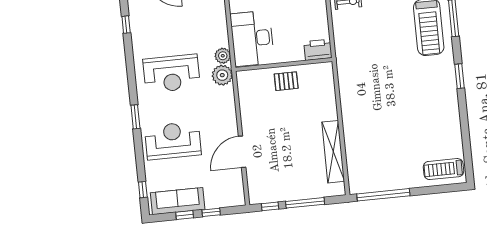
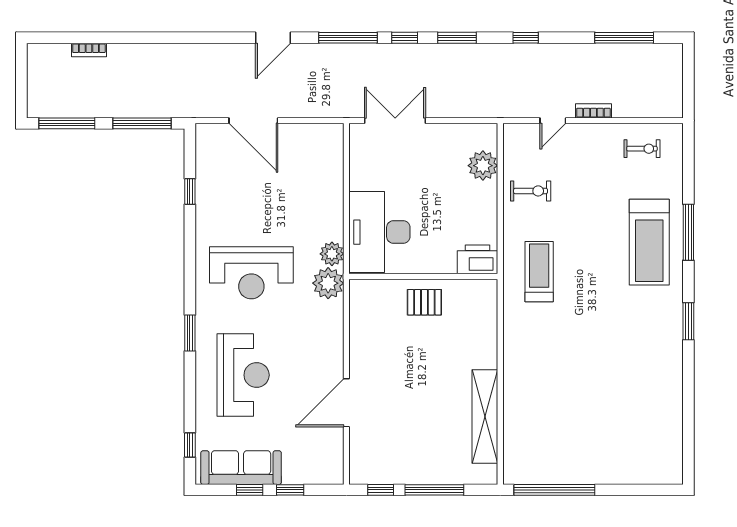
reception desk: (173, 141) -> (243, 375), turned 90
treadmill: (444, 169) -> (539, 272), moved, turned 90

